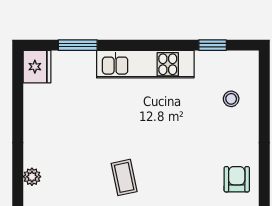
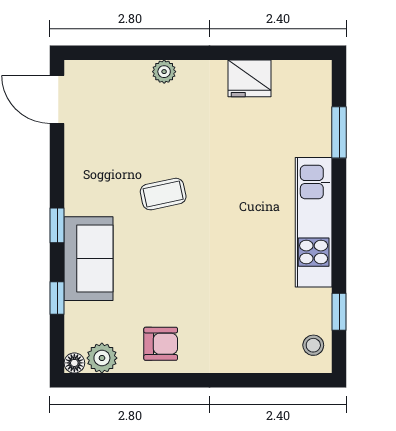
fridge: (37, 67) -> (250, 78), moved
stool: (231, 99) -> (313, 345), moved

